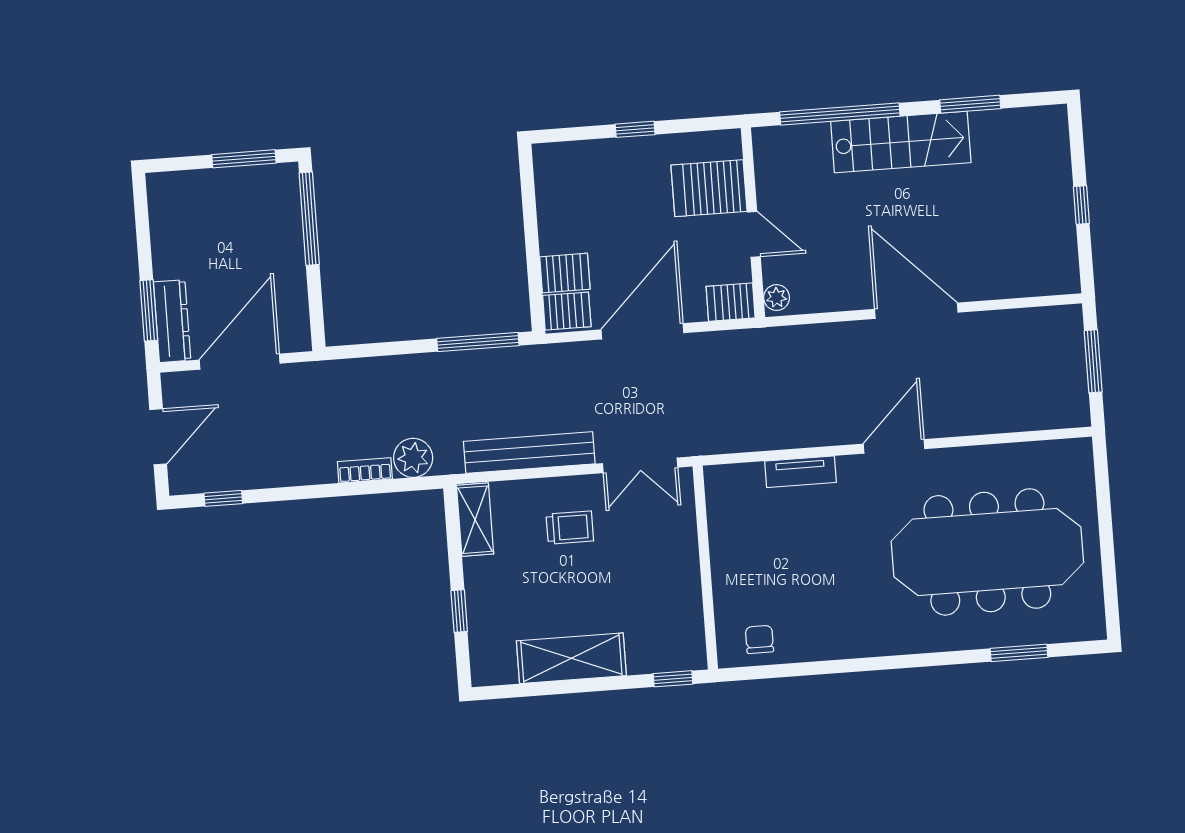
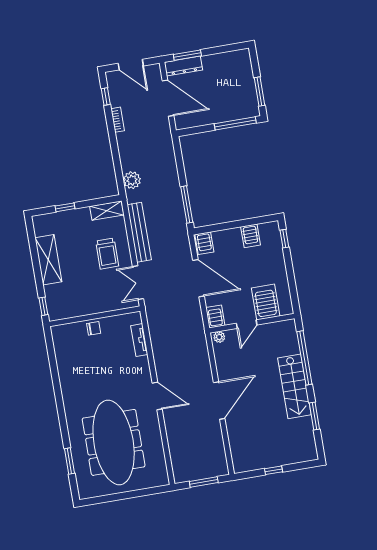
window: (635, 129) -> (284, 239), moved
server rack: (565, 273) -> (251, 236), moved
bookcase: (365, 470) -> (118, 120), moved
tv unit: (800, 472) -> (139, 340), moved
trolley: (570, 528) -> (107, 254), width x1.36, depth x1.39
chair: (759, 639) -> (94, 328), moved

